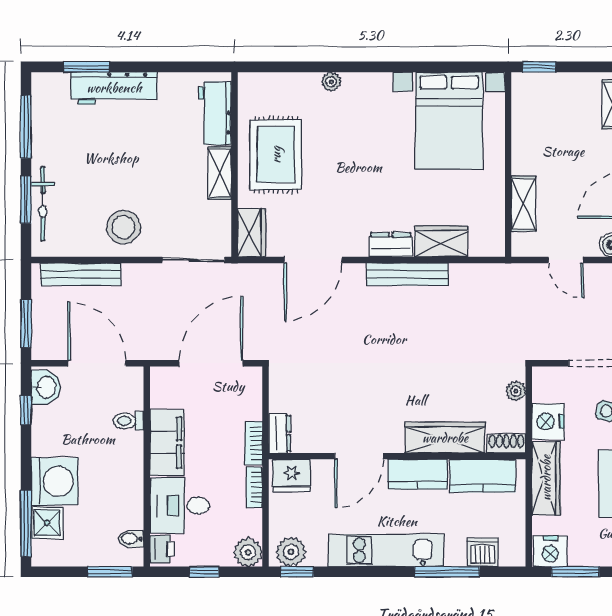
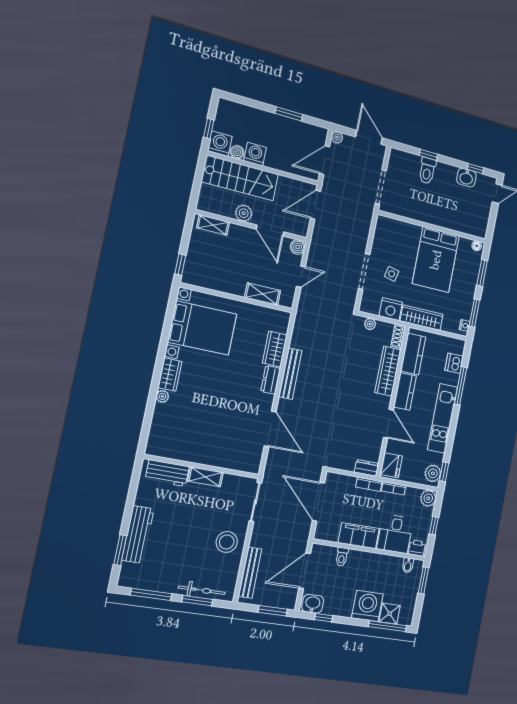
rug: (276, 155) -> (201, 440), removed
wardrobe: (252, 233) -> (170, 374), moved, turned 90
nightstand: (550, 551) -> (465, 326), width x0.53, depth x0.56

